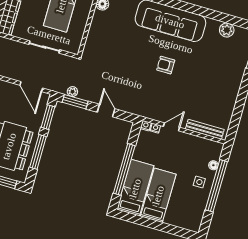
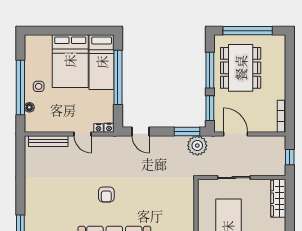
armchair: (166, 65) -> (106, 195), turned 90
plant: (72, 92) -> (197, 146), width x1.88, depth x1.88
door: (106, 111) -> (140, 131), moved
door: (172, 127) -> (83, 134), hinge flipped
bed: (158, 195) -> (70, 61), width x1.50

